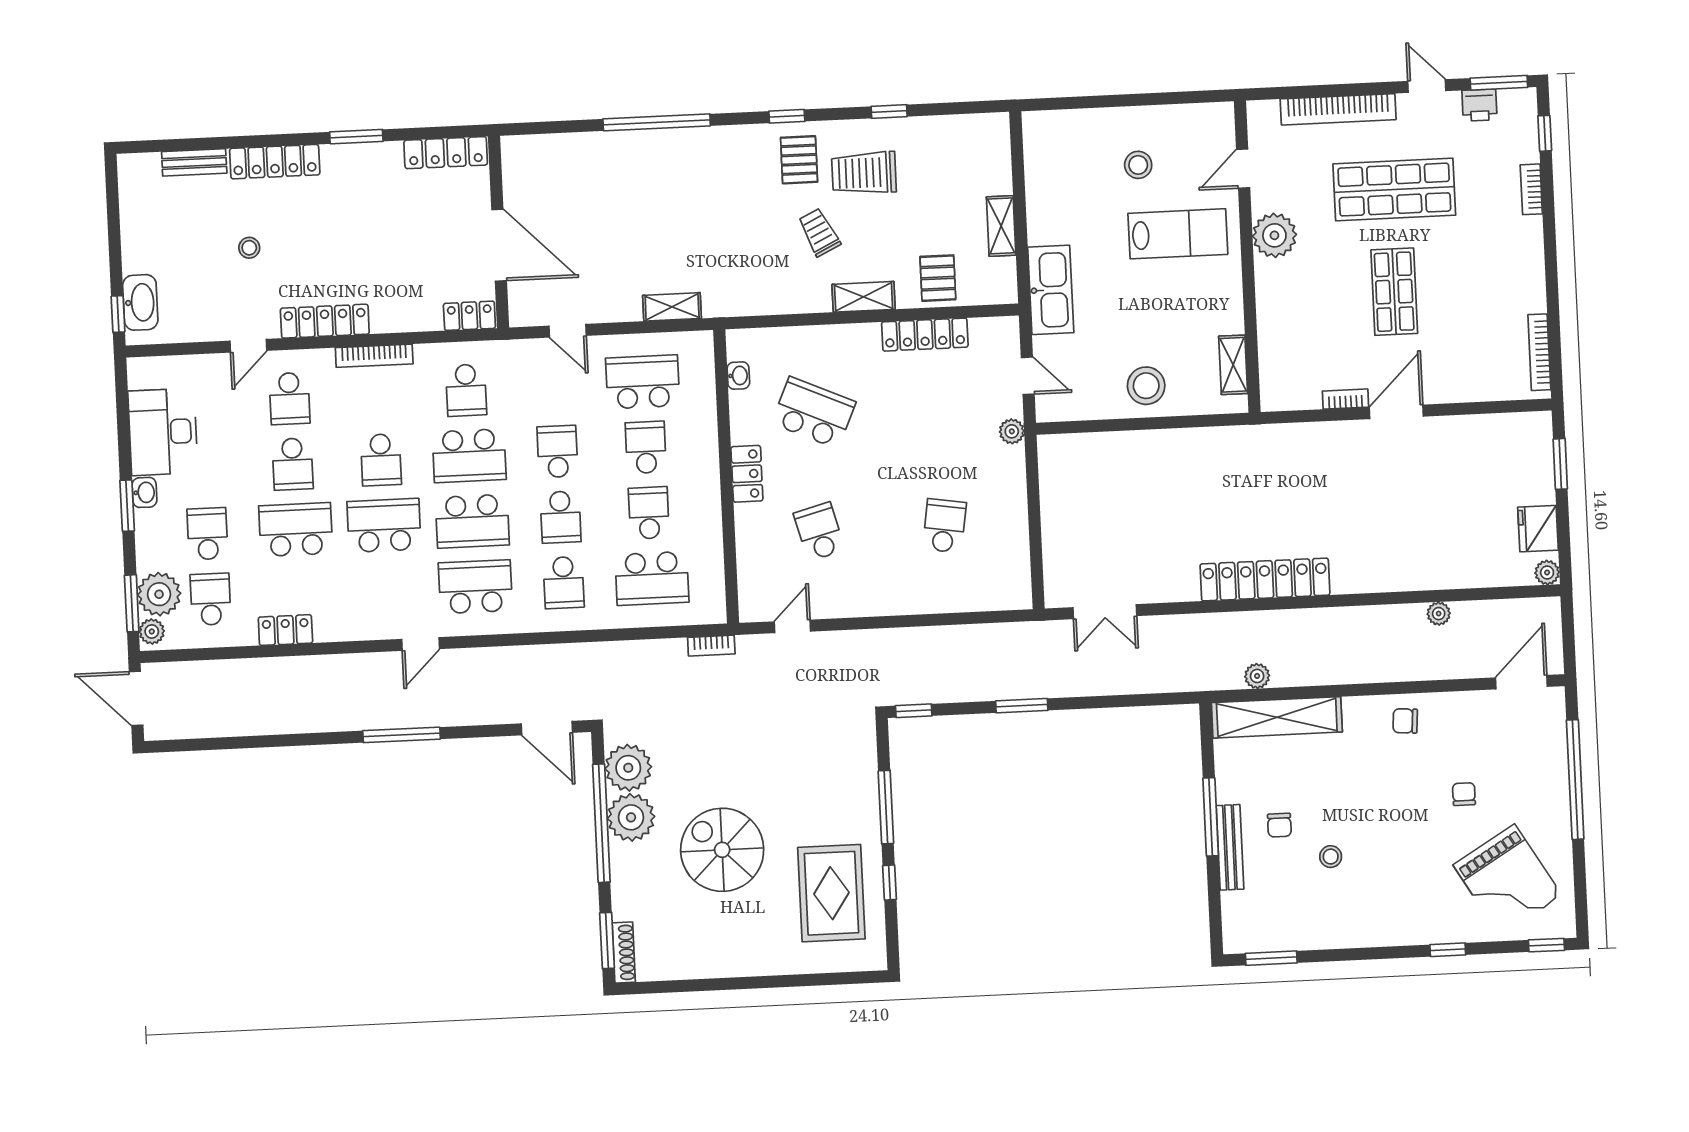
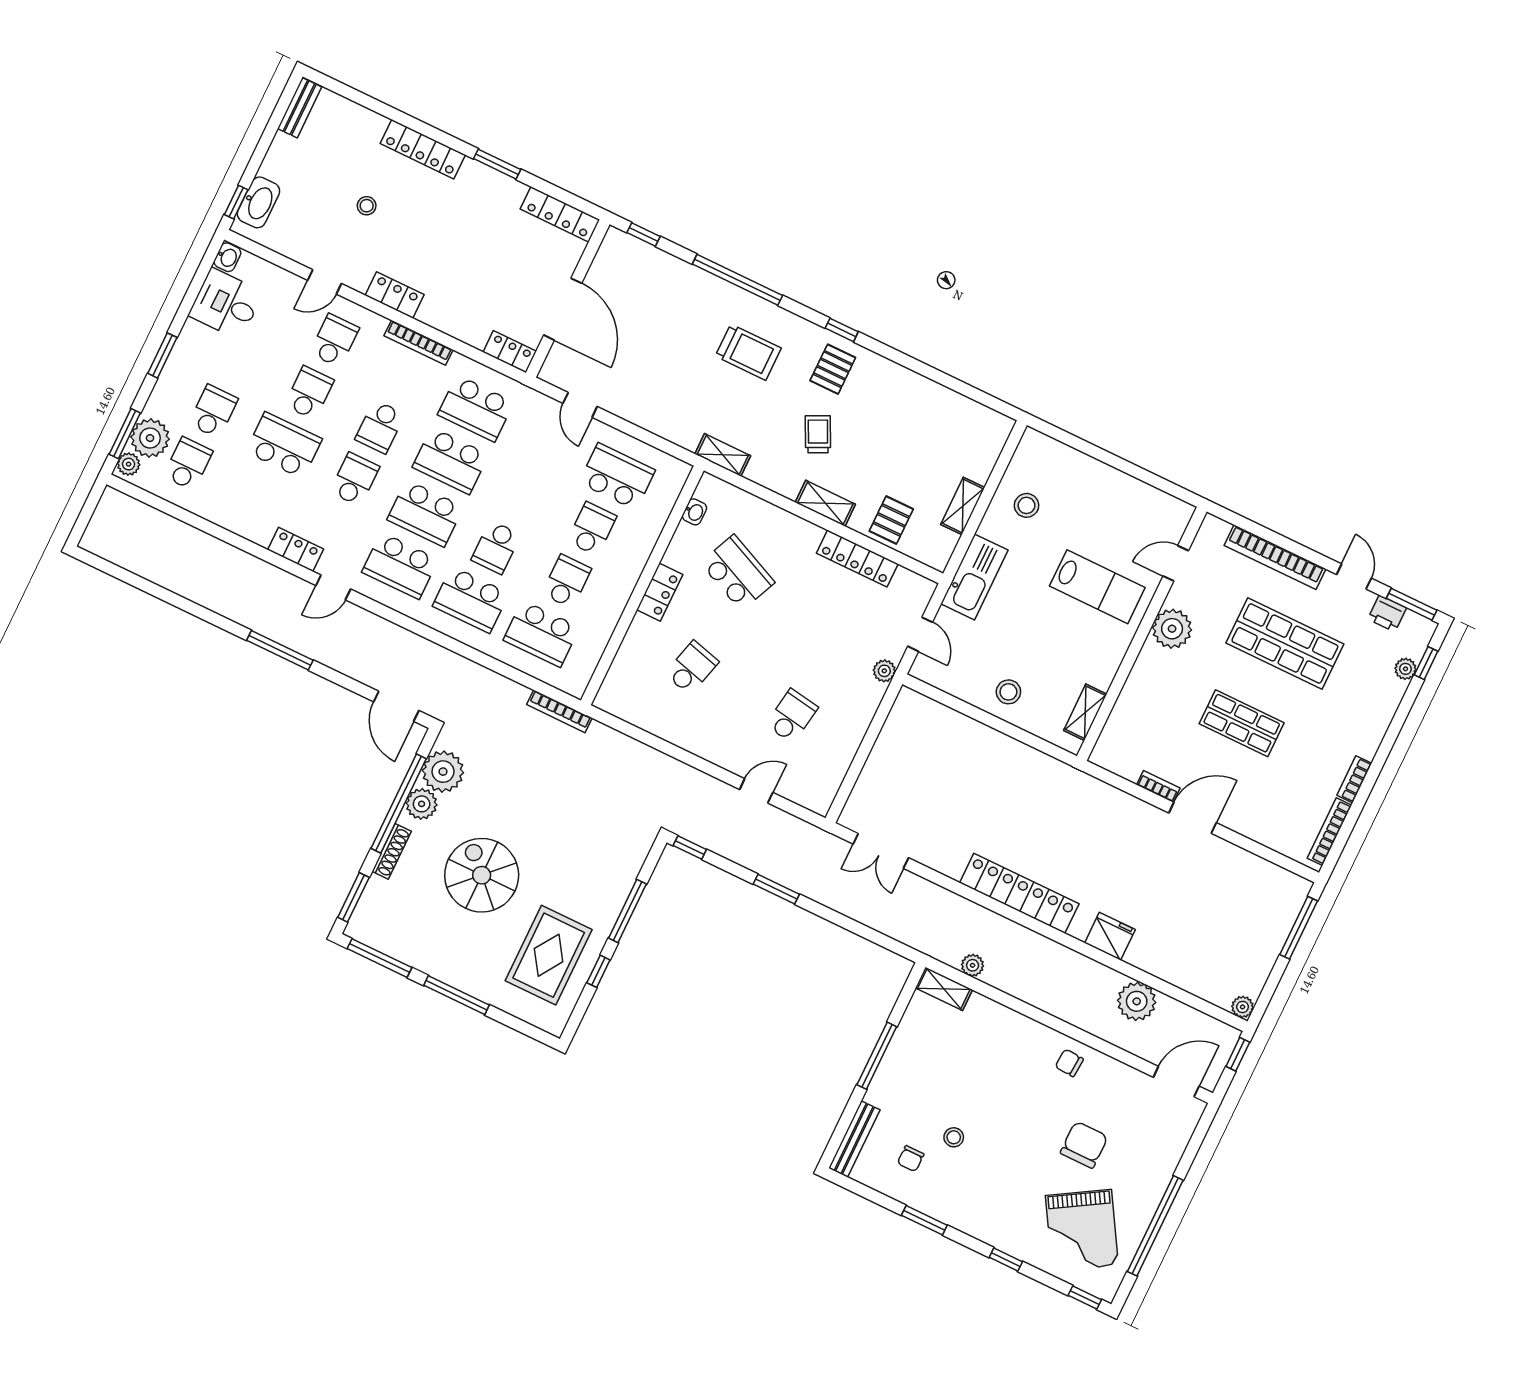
window: (889, 111) -> (643, 235), moved
plant: (1527, 150) -> (1405, 669), added
bench: (194, 162) -> (300, 108), moved, turned 90
stool: (1138, 165) -> (1026, 505), moved
trolley: (864, 173) -> (748, 352), moved, turned 180
bookcase: (1531, 189) -> (1354, 779), moved
shop shelf: (1394, 292) -> (1242, 723), turned 90
shelving: (672, 307) -> (723, 455), moved
locker: (325, 321) -> (395, 295), width x0.66
stool: (1146, 386) -> (1008, 692), width x0.73, depth x0.73
school desk: (466, 390) -> (476, 408), width x1.85
school desk: (290, 399) -> (334, 340), turned 180
desk: (163, 432) -> (226, 304), width x0.73
school desk: (557, 452) -> (521, 495), removed
school desk: (293, 464) -> (309, 393), turned 180
window: (1560, 464) -> (1299, 928), width x1.44
washbasin: (144, 492) -> (227, 257), moved
school desk: (384, 525) -> (355, 479), width x0.54
fridge: (1538, 529) -> (1110, 936), moved, turned 90
school desk: (819, 532) -> (692, 668), turned 30
school desk: (564, 583) -> (471, 600), width x1.85
school desk: (475, 587) -> (400, 566), turned 180
plant: (1439, 614) -> (1137, 1001), width x1.87, depth x1.87
window: (1568, 622) -> (1238, 1054), added
door: (792, 626) -> (756, 791), moved
locker: (285, 630) -> (296, 549), moved
bookcase: (711, 646) -> (559, 711), width x1.56
door: (136, 698) -> (88, 510), removed
shelving: (1277, 717) -> (944, 989), width x0.45, depth x0.75
window: (1575, 780) -> (1155, 1226), moved
chair: (1464, 794) -> (1084, 1145), width x1.87, depth x1.87
plant: (631, 817) -> (422, 804), width x0.73, depth x0.73
chair: (1279, 825) -> (911, 1159), moved
bench: (1230, 847) -> (854, 1139), moved
shoe rack: (624, 952) -> (392, 851), moved
window: (1271, 958) -> (924, 1220), moved
window: (762, 982) -> (457, 995), added
window: (665, 987) -> (379, 958), added

